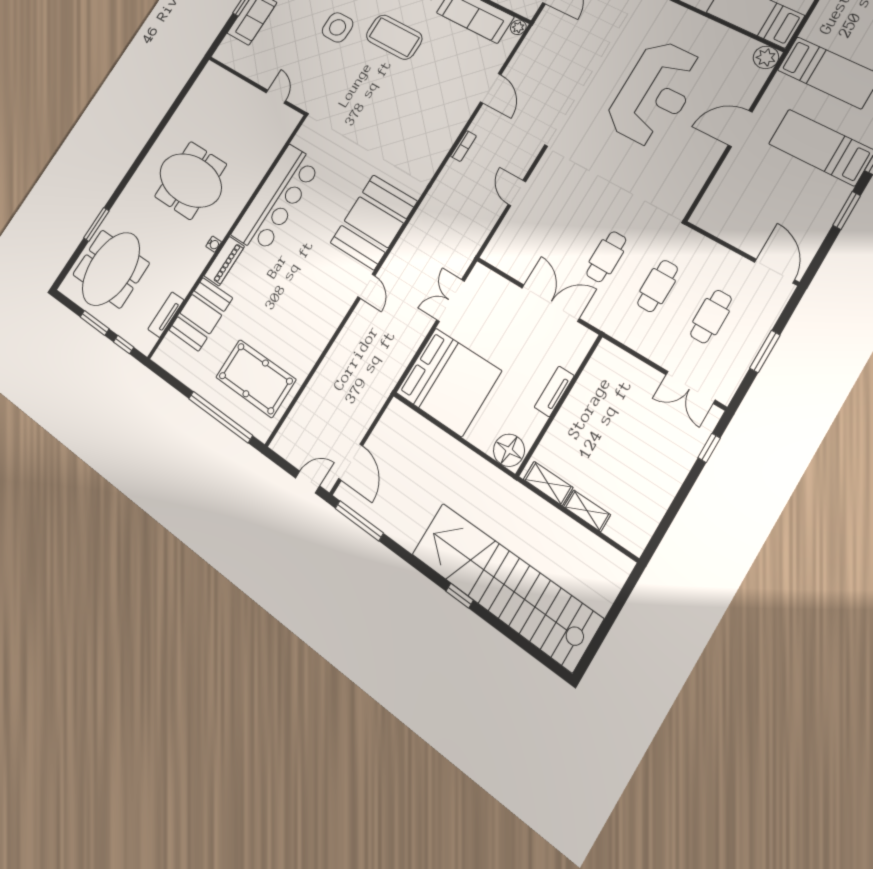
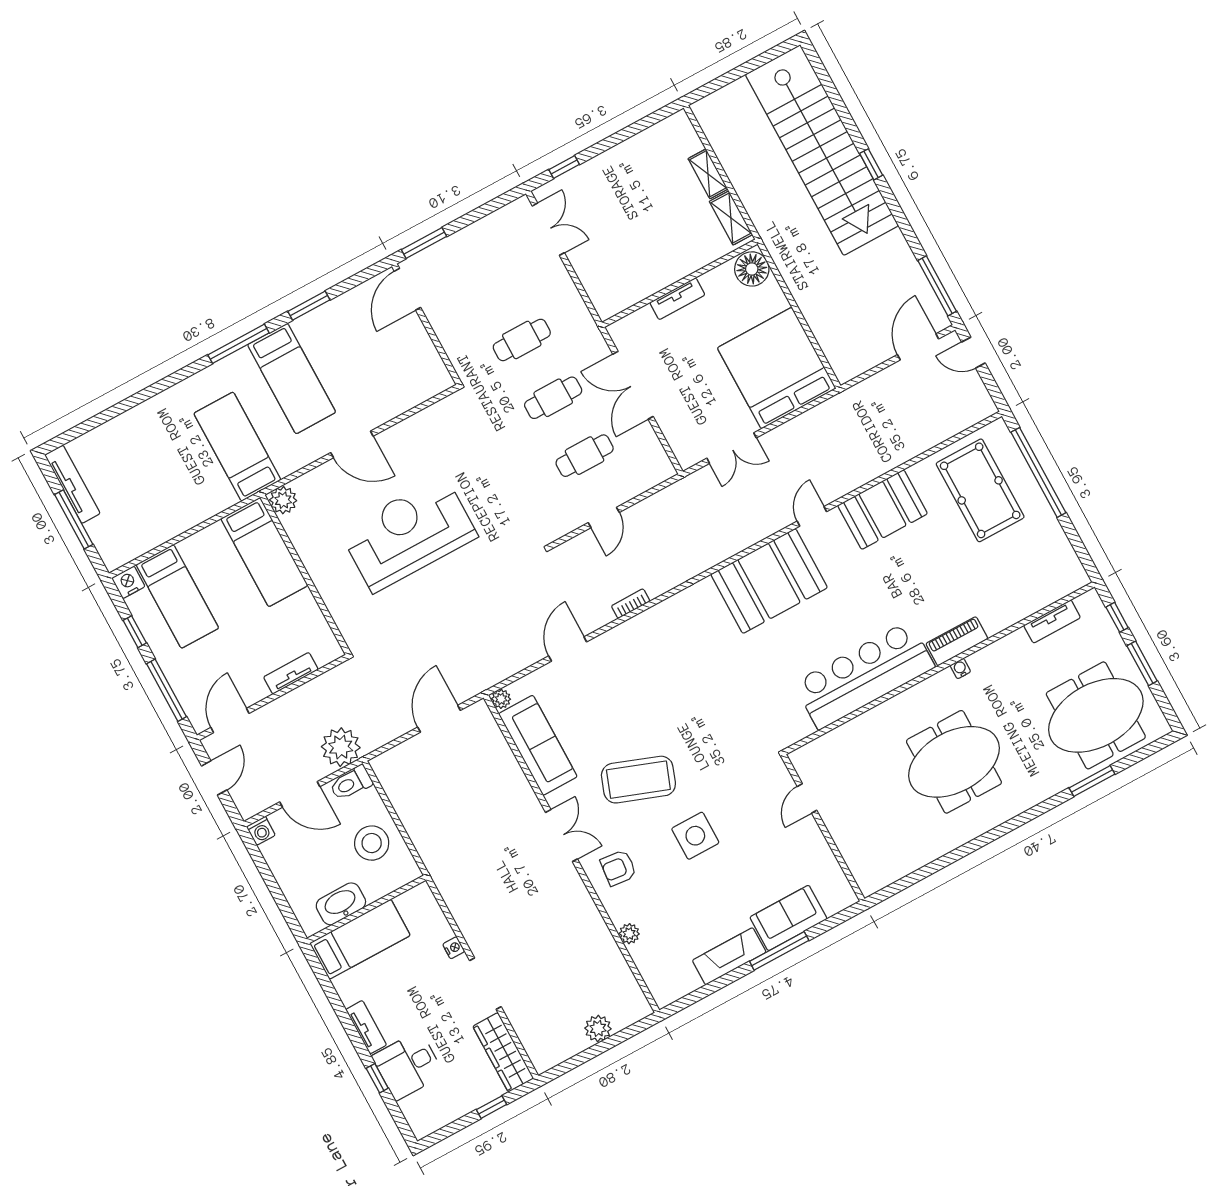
coffee table: (394, 37) -> (638, 780), turned -70
meeting table: (191, 180) -> (954, 762), turned 90
booth: (201, 314) -> (883, 510), moved
cafe table: (711, 317) -> (585, 456), moved
window: (765, 352) -> (424, 243), moved

